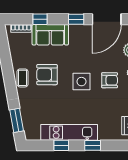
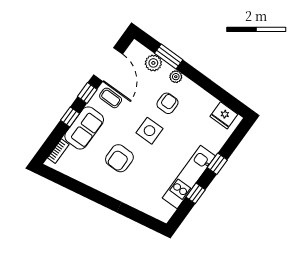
window: (40, 19) -> (70, 117), moved
coffee table: (23, 78) -> (111, 98), moved
window: (17, 120) -> (142, 218), removed

